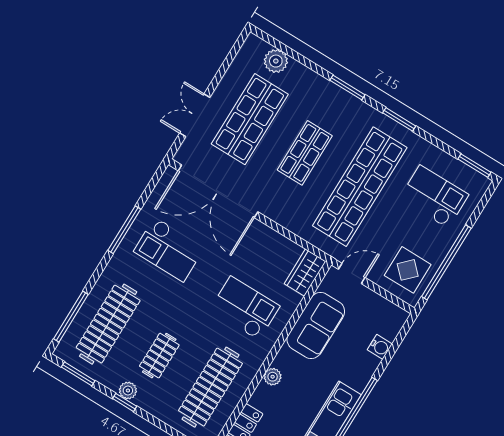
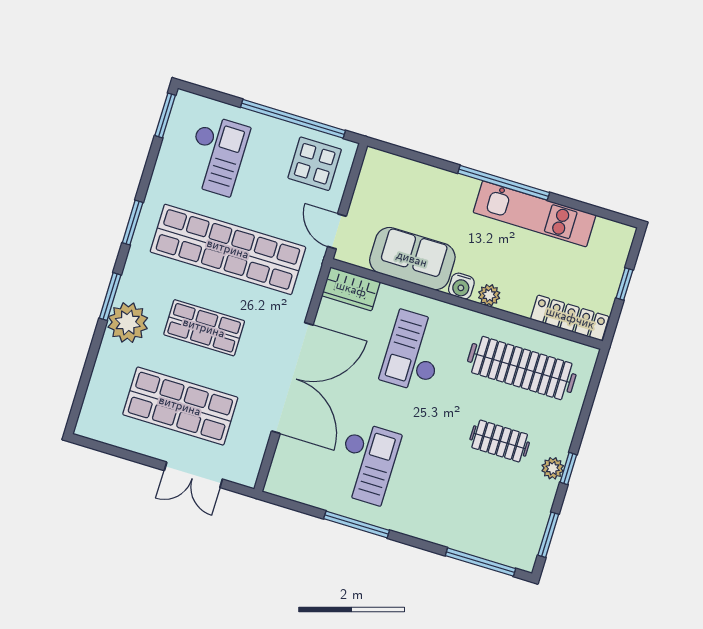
plant: (276, 61) -> (128, 323), moved, width x1.36, depth x1.36
double door: (218, 191) -> (292, 378), moved
checkout: (434, 197) -> (216, 155), turned 180
clothes rail: (108, 324) -> (477, 514), removed
water cooler: (380, 347) -> (461, 286), moved, turned 180

